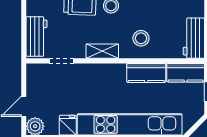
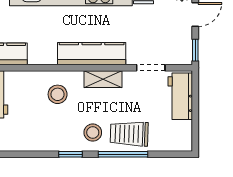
kitchen counter: (146, 73) -> (92, 54), moved, width x1.50
window: (24, 76) -> (195, 50), added

